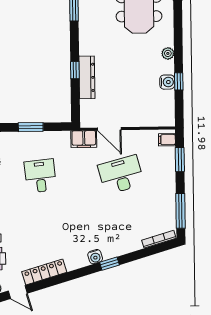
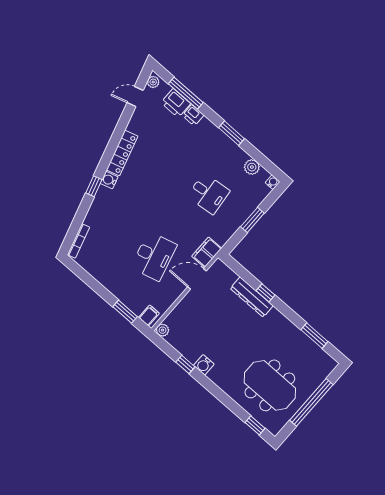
plant: (168, 53) -> (162, 330), moved
water cooler: (167, 82) -> (204, 365), moved
window: (181, 211) -> (85, 277), removed
locker: (44, 272) -> (122, 153), moved

